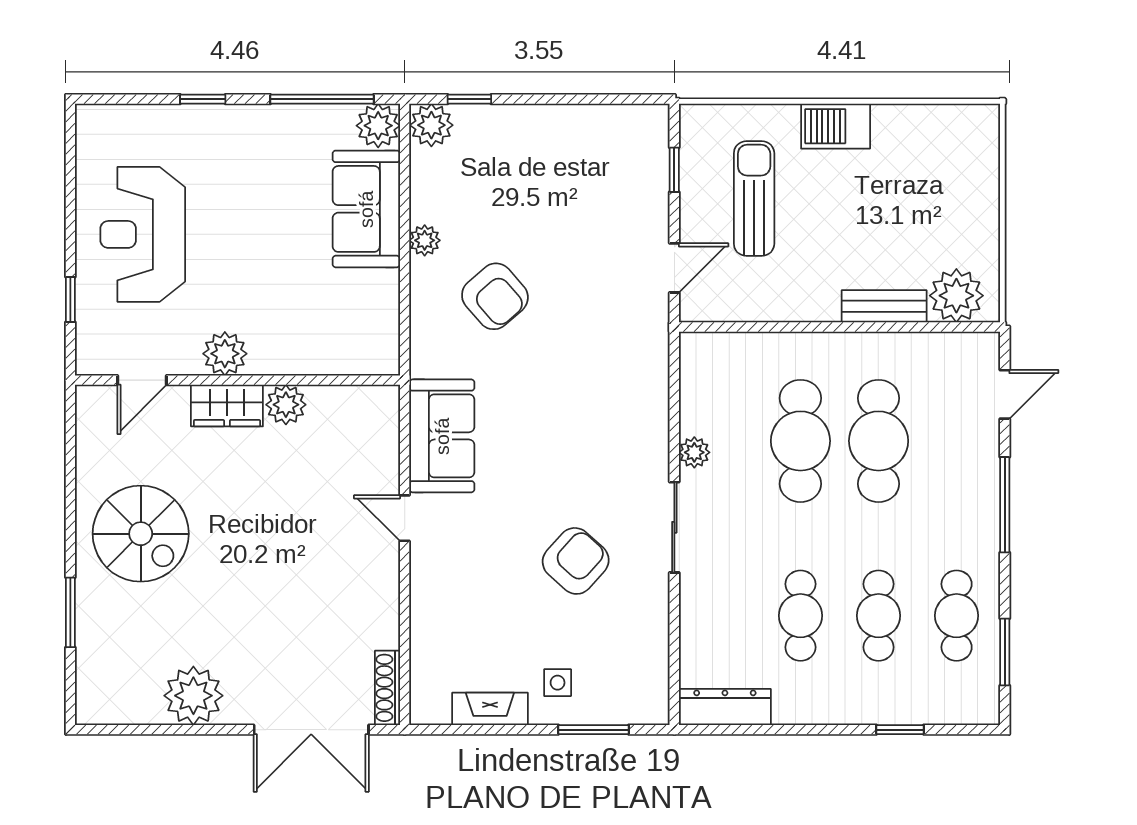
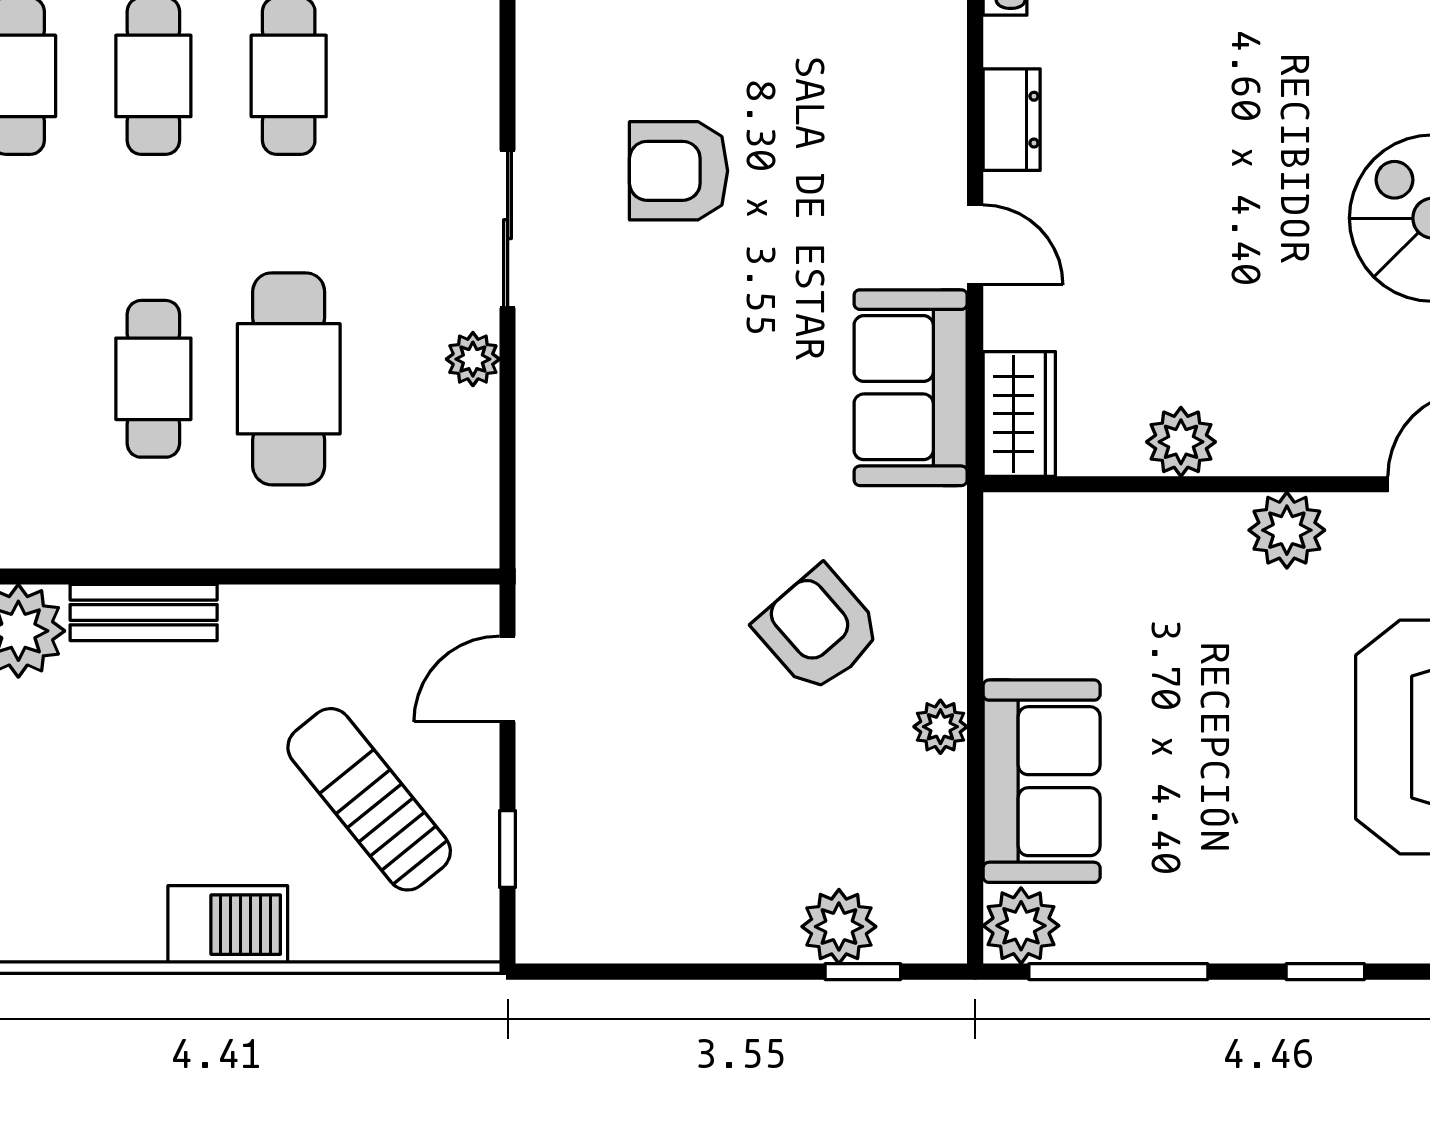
plant: (431, 125) -> (839, 927), moved
sun lounger: (754, 199) -> (369, 799), turned 141
wardrobe: (227, 406) -> (1019, 414), moved, turned 90
cafe table: (879, 441) -> (153, 379), width x0.73, depth x0.74
armchair: (576, 561) -> (679, 171), turned 48
dresser: (384, 590) -> (1012, 120), added

